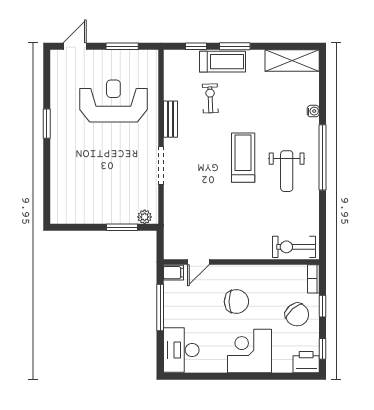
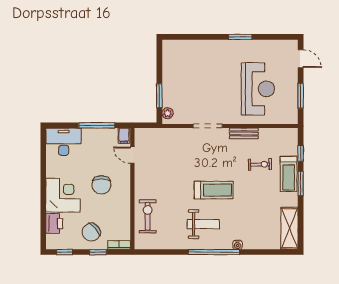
water cooler: (313, 111) -> (238, 245), moved
weight bench: (287, 171) -> (203, 224), turned 180
exercise bike: (294, 247) -> (148, 216), moved
printer: (306, 362) -> (54, 223), moved

